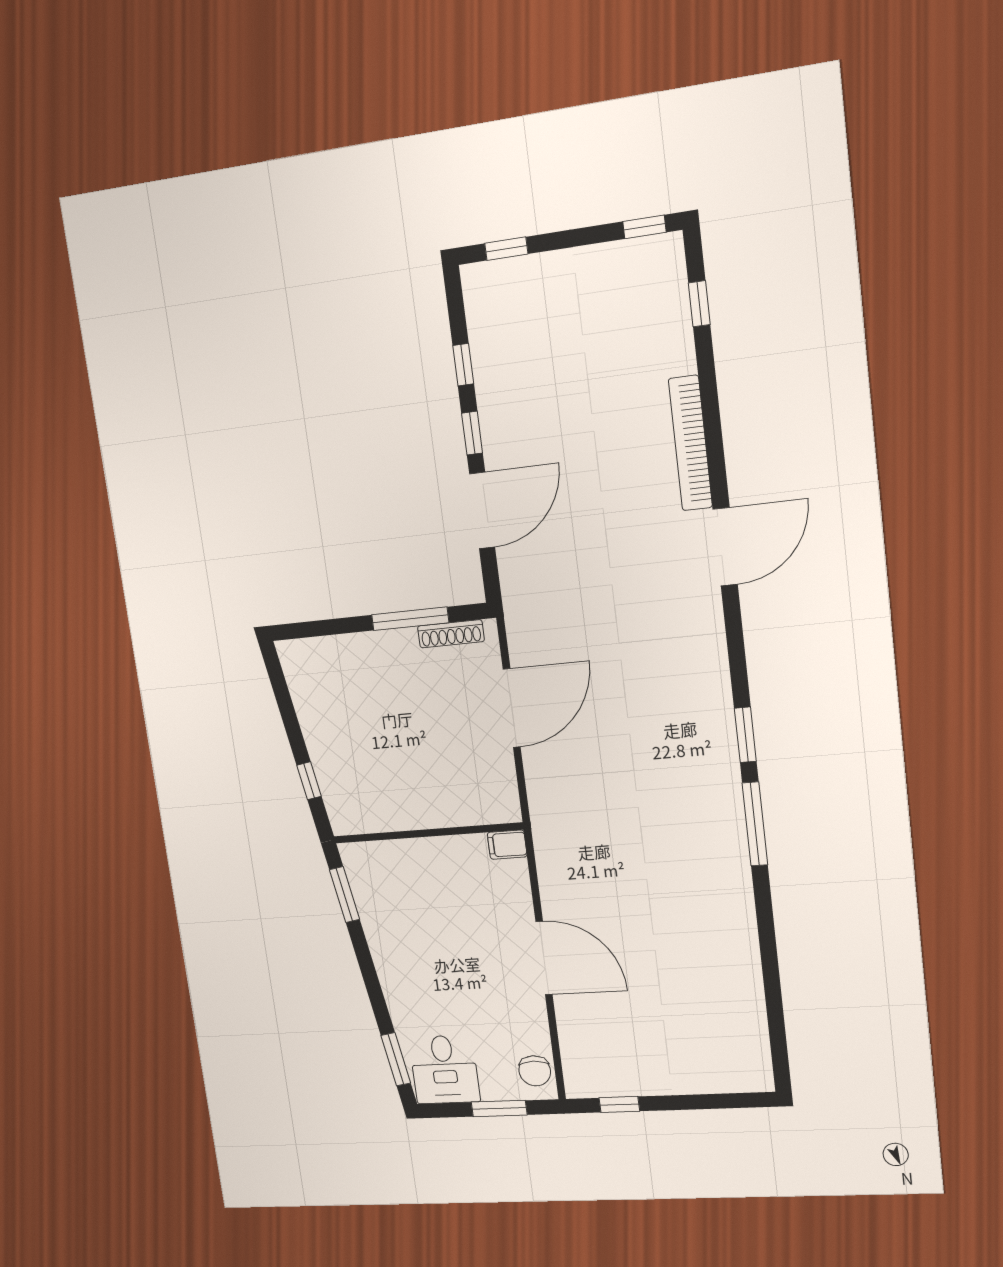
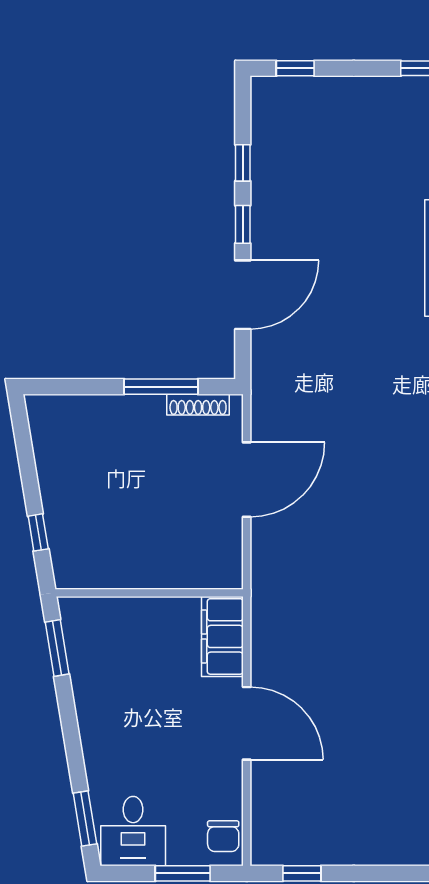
filing cabinet: (507, 845) -> (222, 636), width x3.00, depth x1.17

